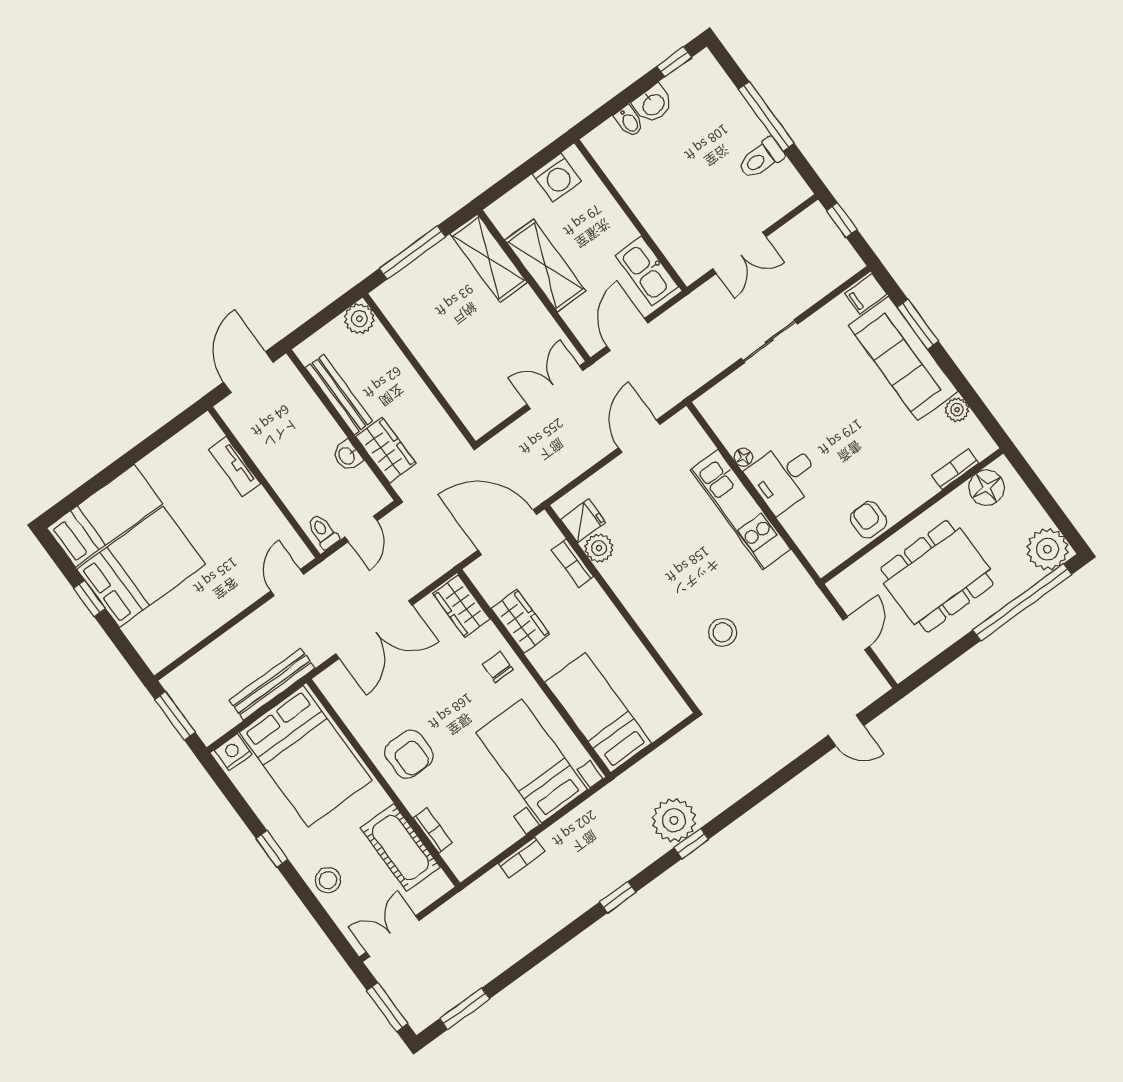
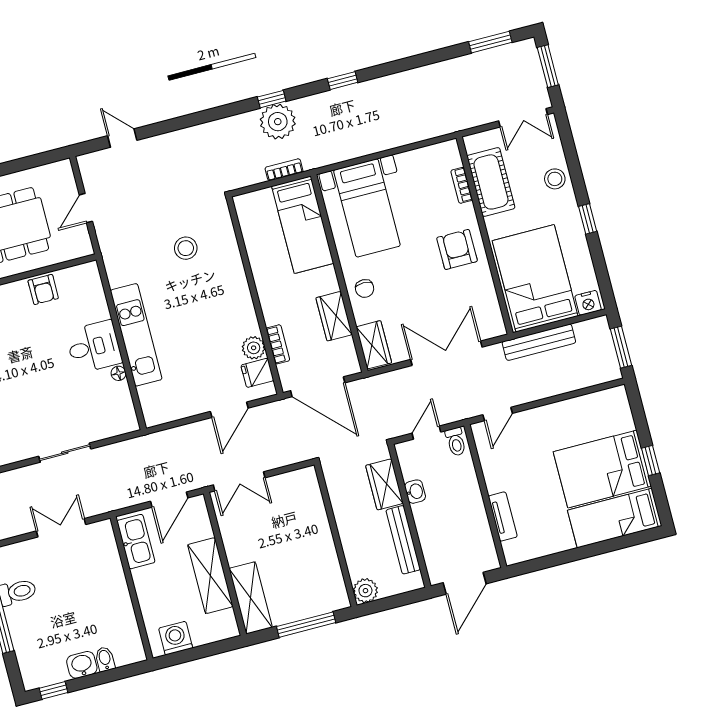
door: (639, 436) -> (229, 410), moved
bookcase: (522, 857) -> (284, 170), moved

